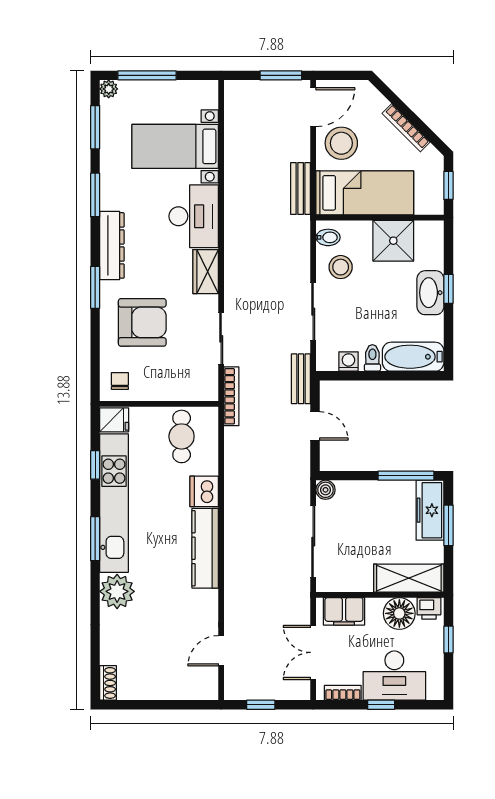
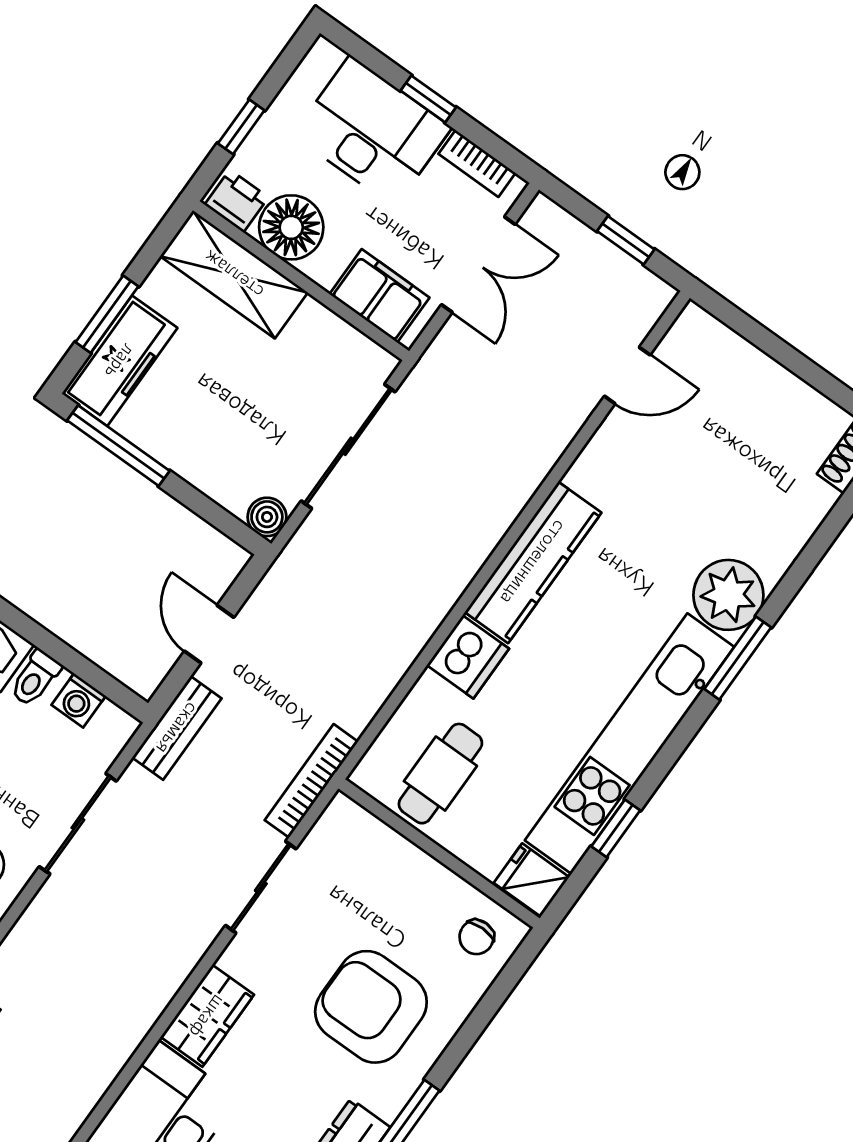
window: (95, 539) -> (738, 658), moved

